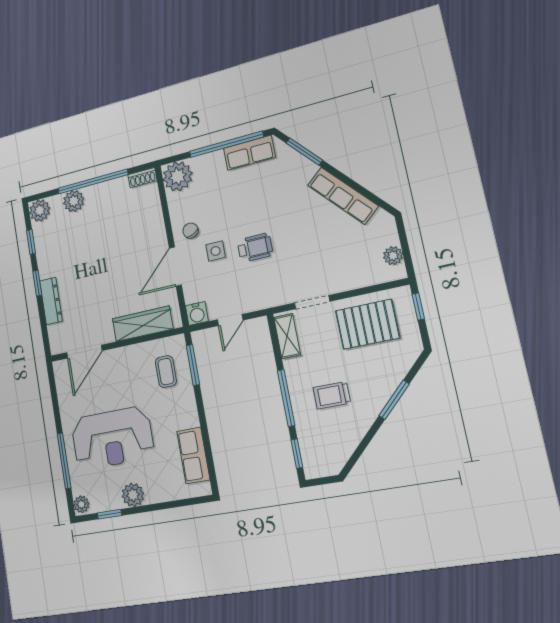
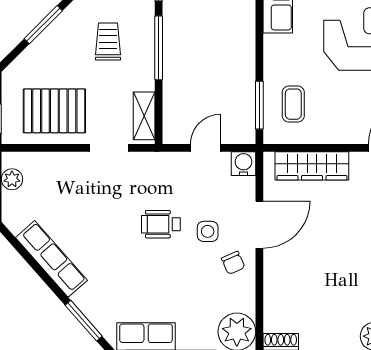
trolley: (332, 395) -> (108, 42), turned -90

